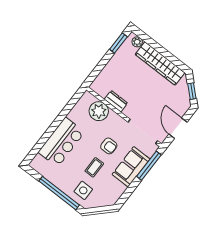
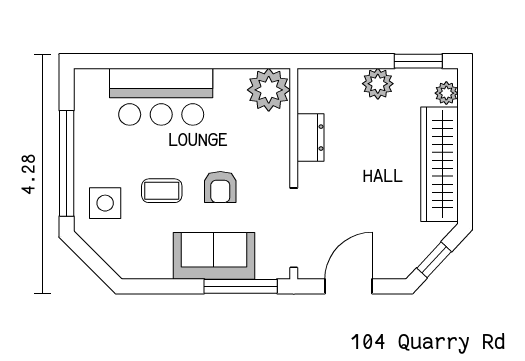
plant: (115, 63) -> (378, 84), added
plant: (99, 111) -> (269, 90), moved

